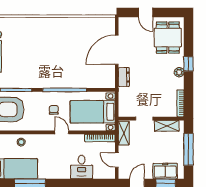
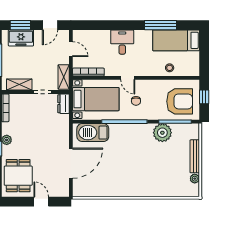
dresser: (124, 77) -> (64, 104), moved
plant: (28, 79) -> (162, 133), added
barbecue: (96, 79) -> (93, 133), added
desk: (82, 167) -> (122, 42), moved

